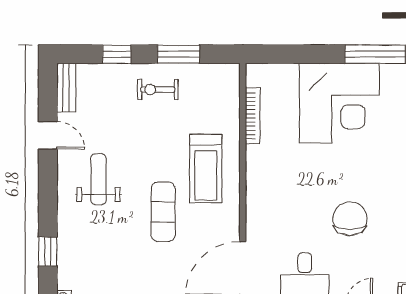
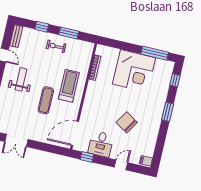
treadmill: (206, 168) -> (69, 86), turned 180
chair: (350, 219) -> (127, 122), turned -58

